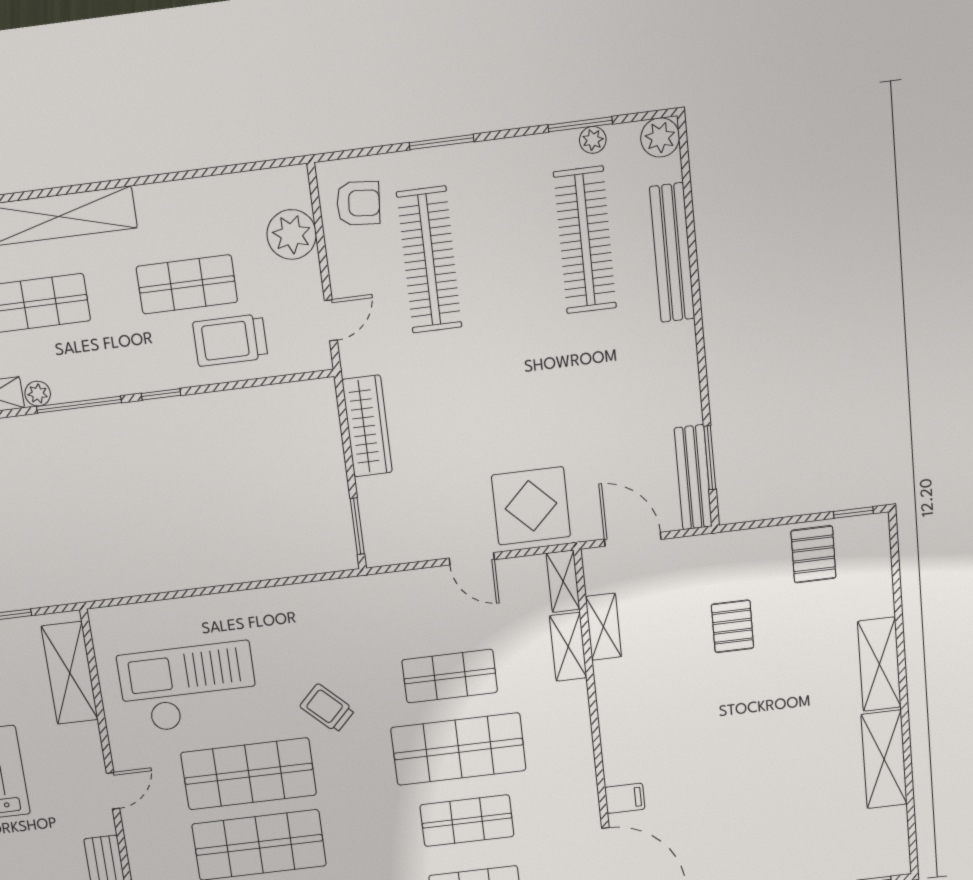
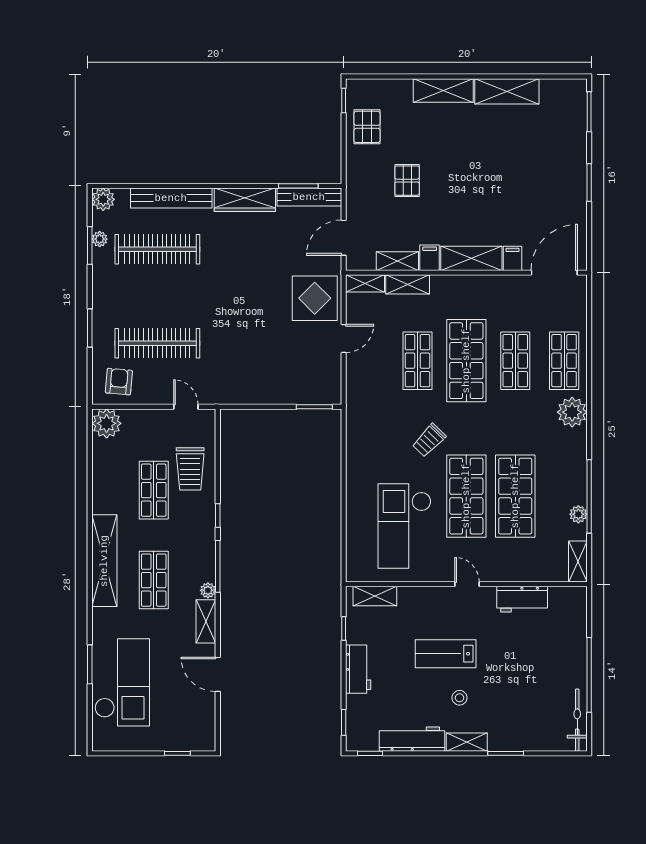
plant: (292, 234) -> (107, 423), moved
wardrobe: (367, 426) -> (245, 200), moved, turned 180
pallet: (813, 554) -> (367, 127), turned 90
pallet: (732, 626) -> (407, 181), turned 90
shelving: (70, 673) -> (375, 596), width x0.67, depth x0.75
filing cabinet: (614, 675) -> (430, 258), added
shelving: (619, 738) -> (471, 258), added

